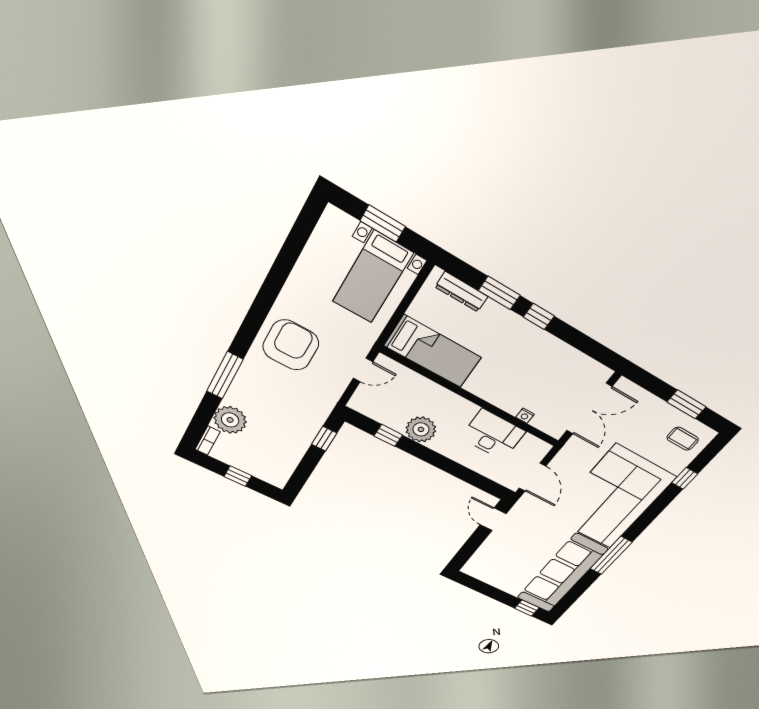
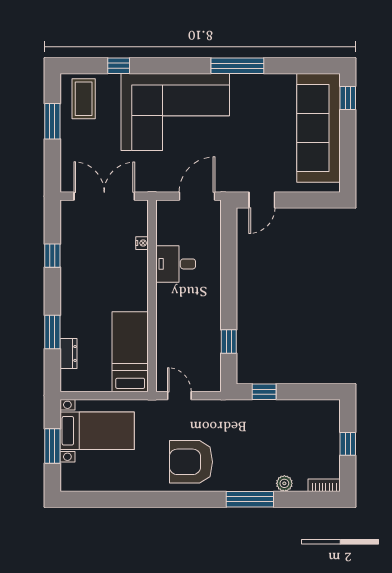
dresser: (462, 292) -> (68, 353), width x0.70
window: (539, 317) -> (52, 256), moved
plant: (230, 420) -> (284, 483), width x0.53, depth x0.53
plant: (421, 429) -> (207, 319), removed
desk: (493, 435) -> (176, 264), width x0.73
coffee table: (683, 439) -> (84, 99), width x1.36, depth x1.30
sofa: (562, 574) -> (318, 128), moved, turned 90

